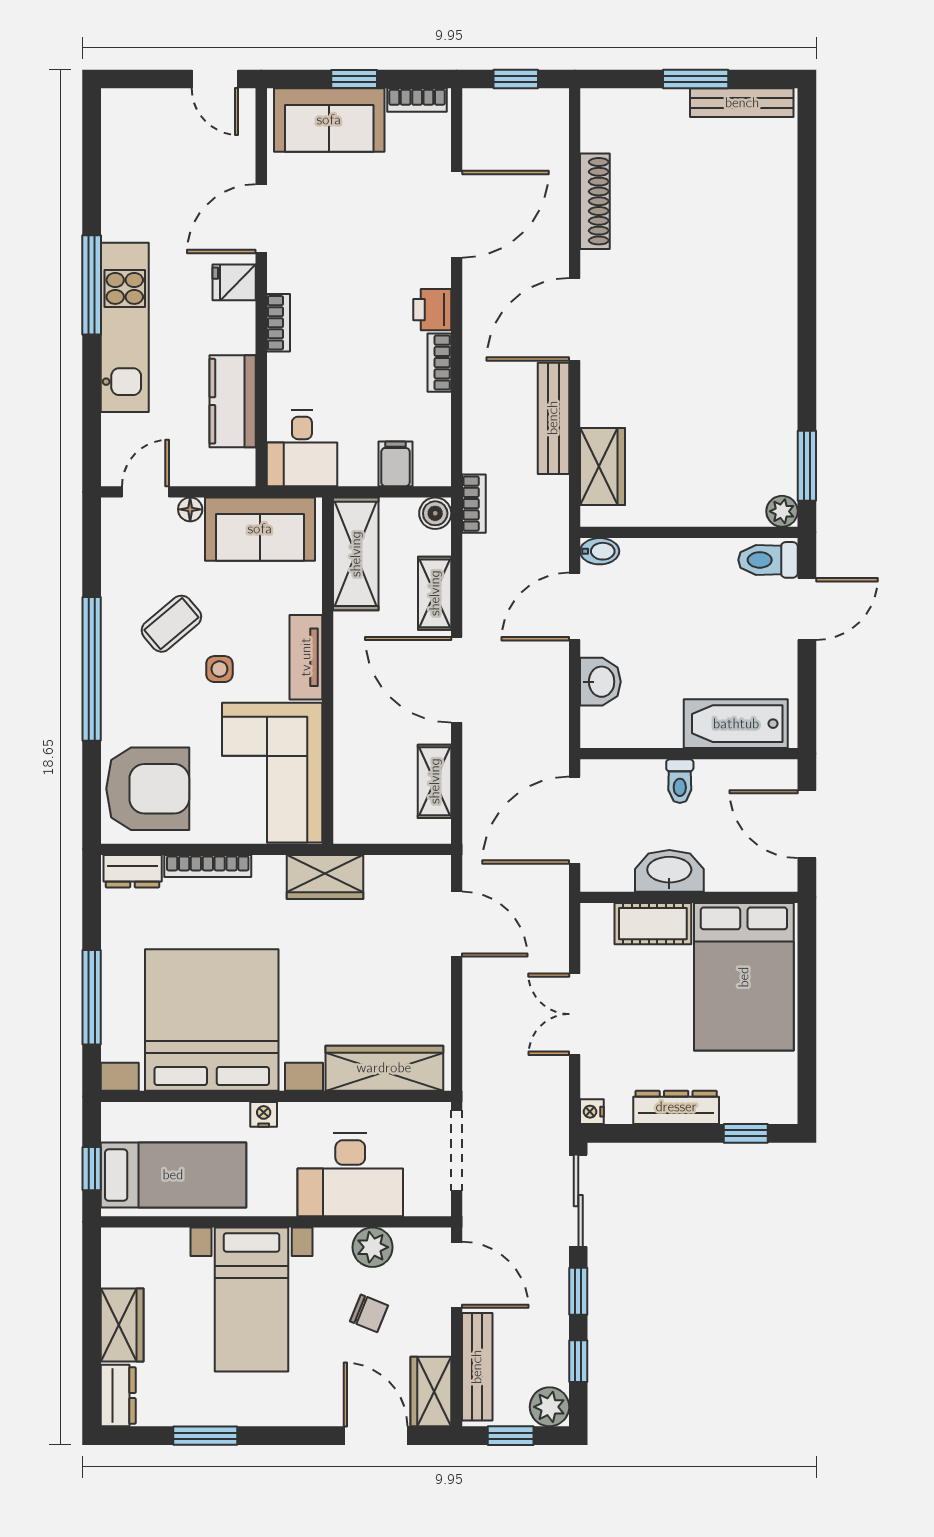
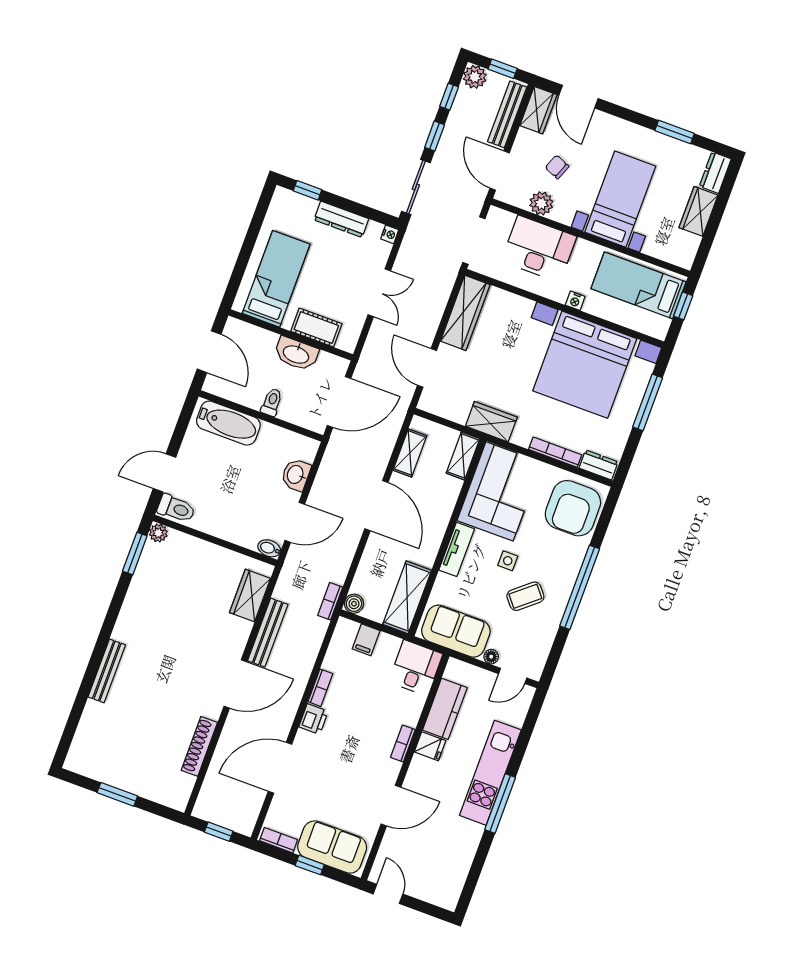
bench: (742, 103) -> (107, 671), moved, turned 90
fridge: (234, 282) -> (430, 746), moved
shelving: (435, 593) -> (463, 456), moved
armchair: (148, 789) -> (573, 508), turned -90
bed: (744, 977) -> (276, 279), width x0.67
wardrobe: (384, 1068) -> (465, 313), moved, turned -90

